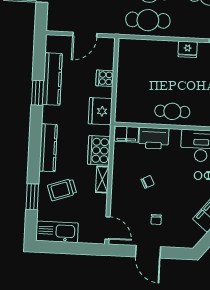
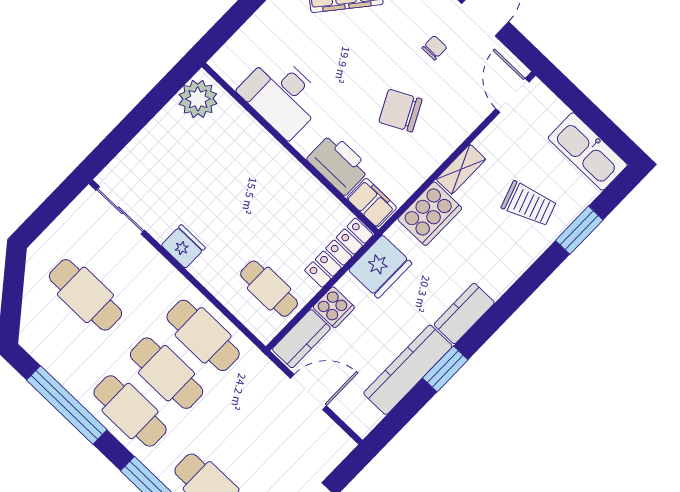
kitchen counter: (107, 54) -> (301, 339), added
locker: (122, 102) -> (339, 253), added
cafe table: (172, 111) -> (269, 289), moved
kitchen counter: (48, 148) -> (464, 314), moved, width x0.67
chair: (148, 182) -> (400, 111), width x1.87, depth x1.87

